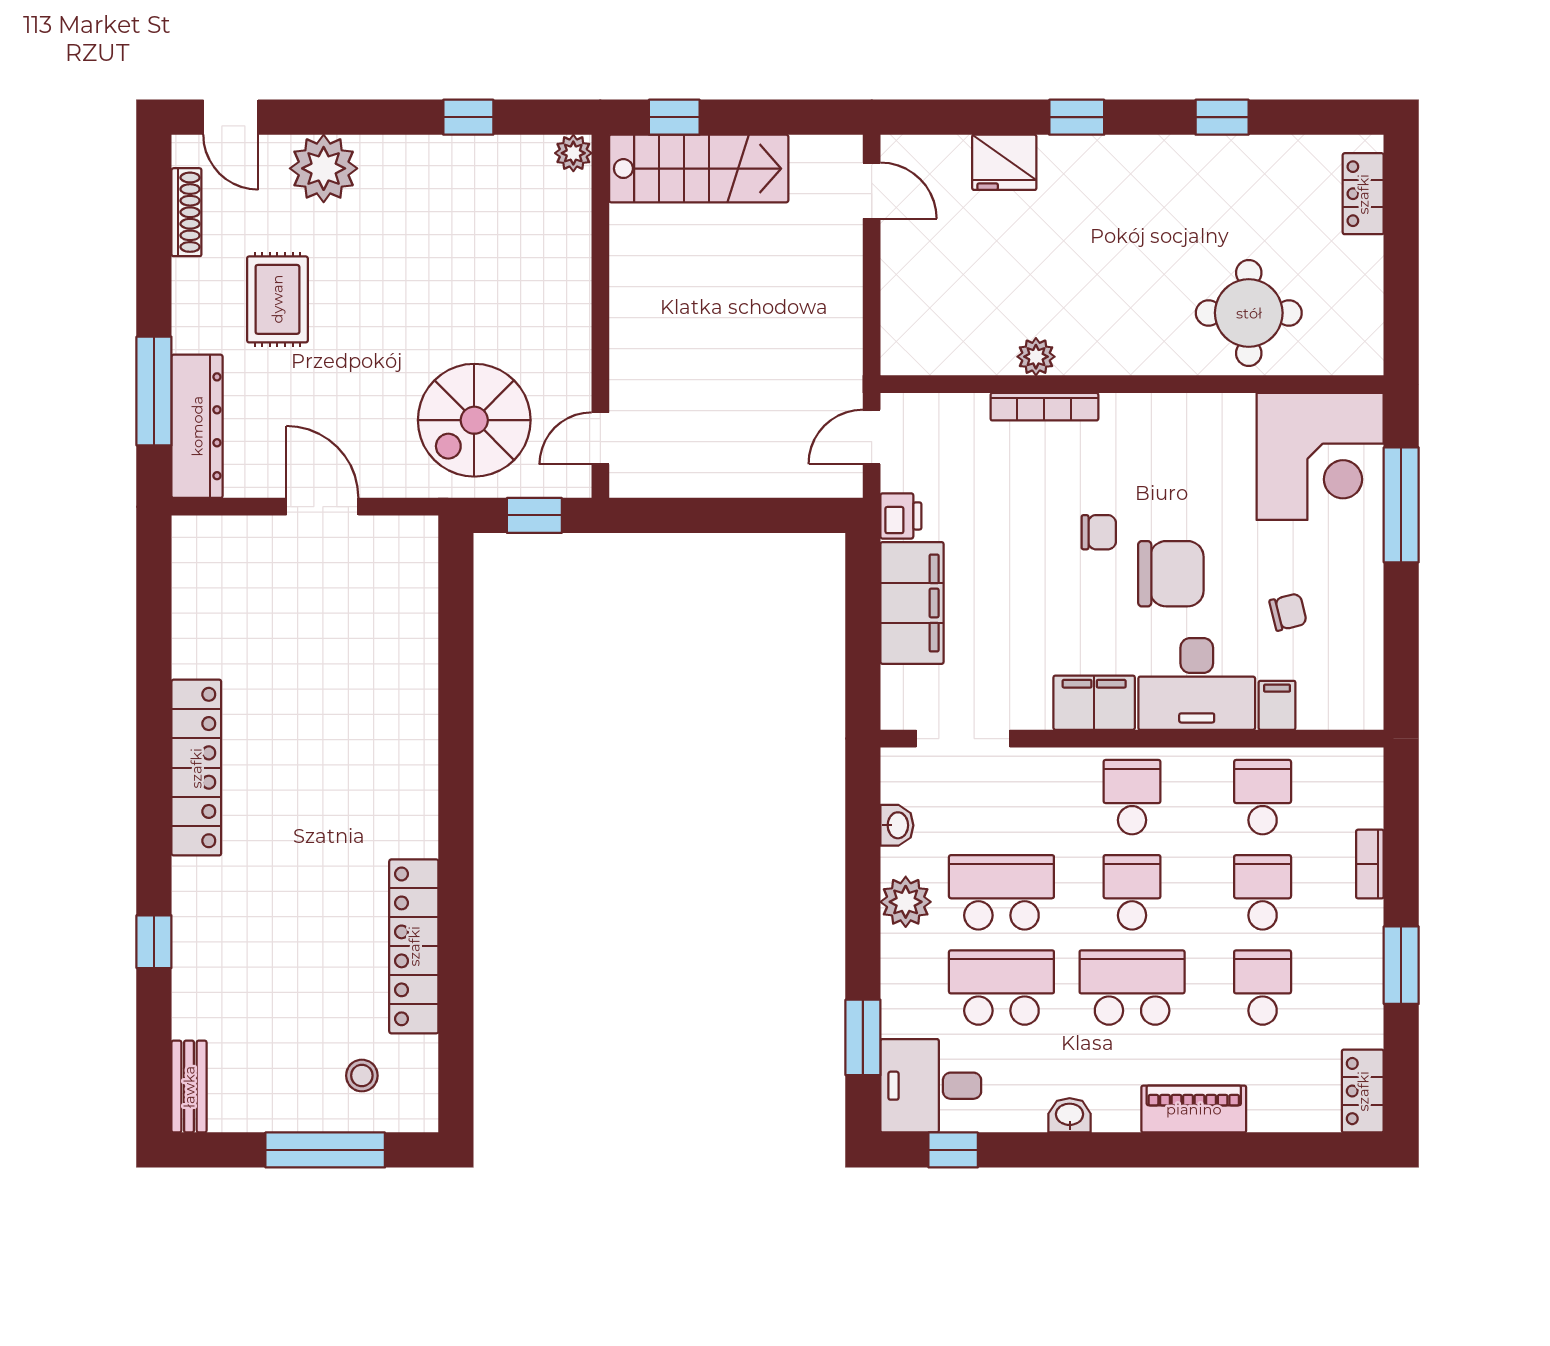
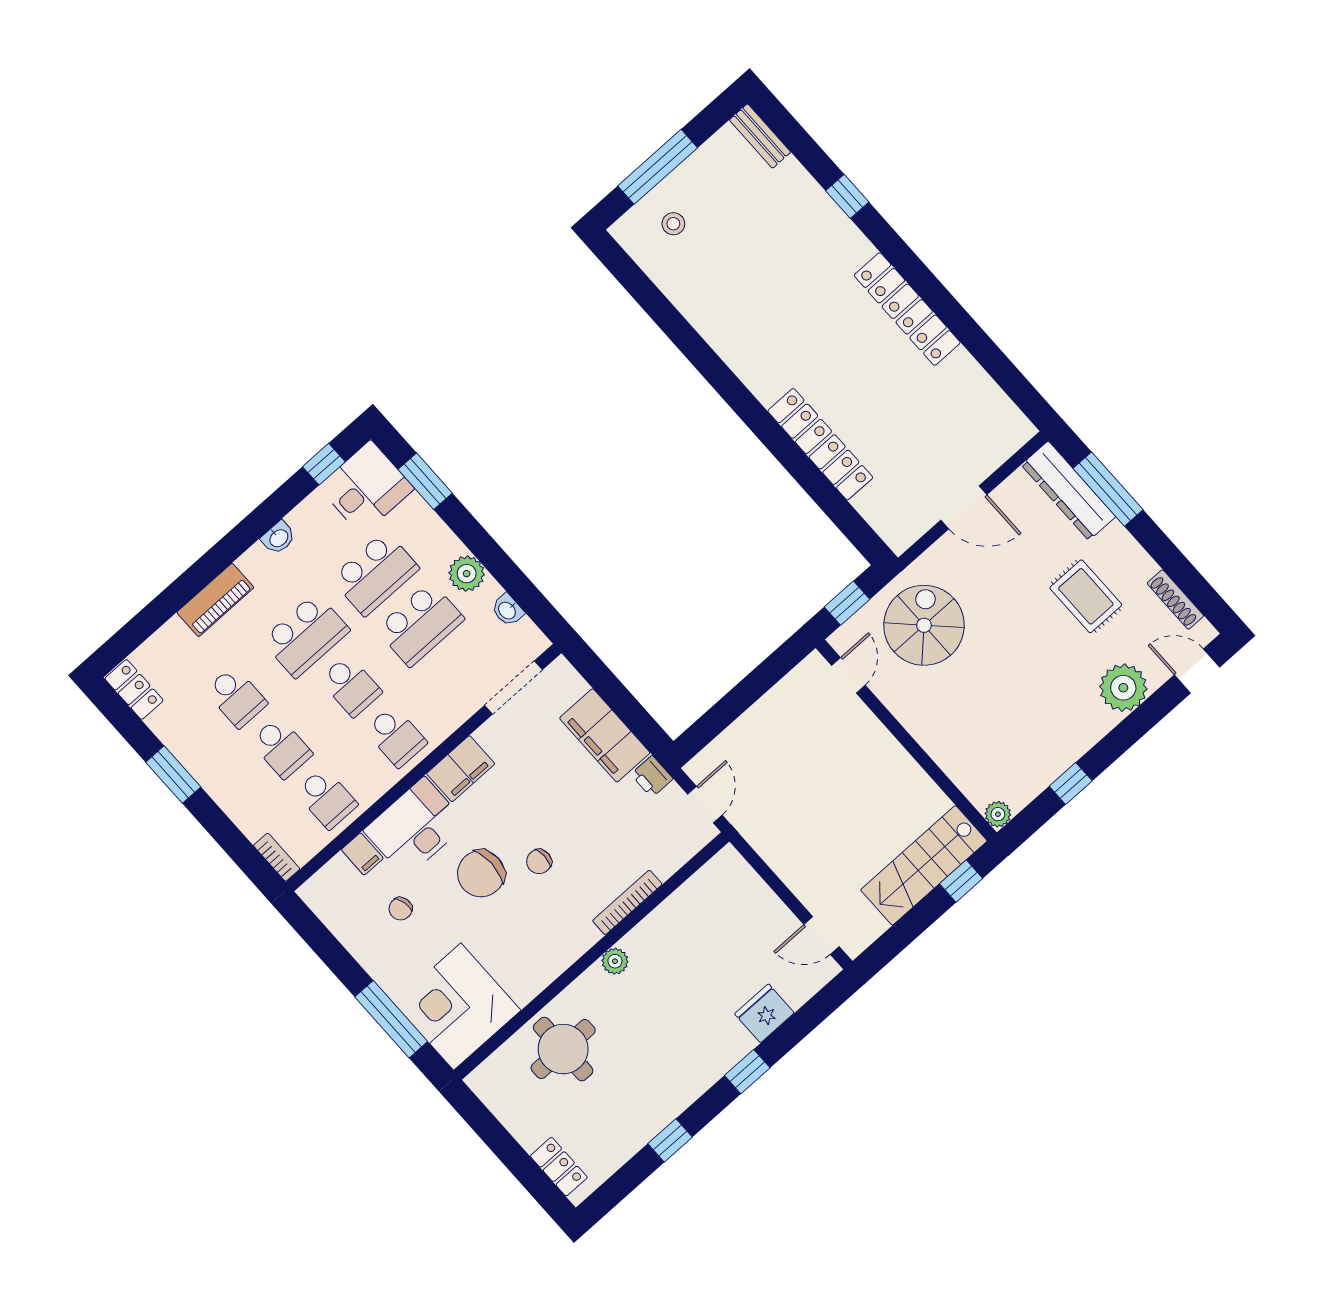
plant: (1036, 357) -> (615, 961), moved
bookcase: (1370, 864) -> (277, 857), moved
locker: (414, 946) -> (820, 444), moved

